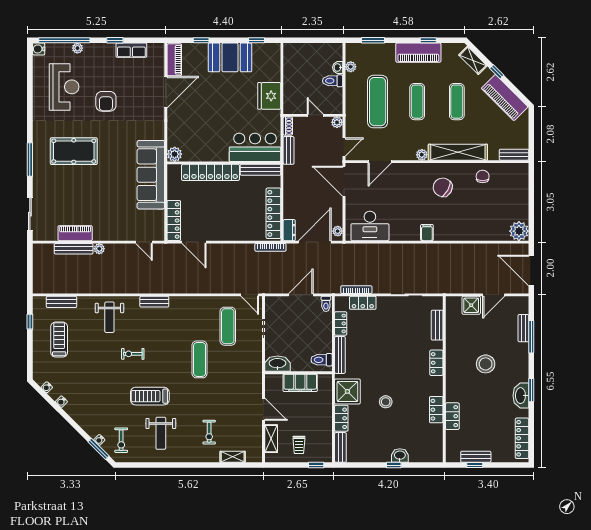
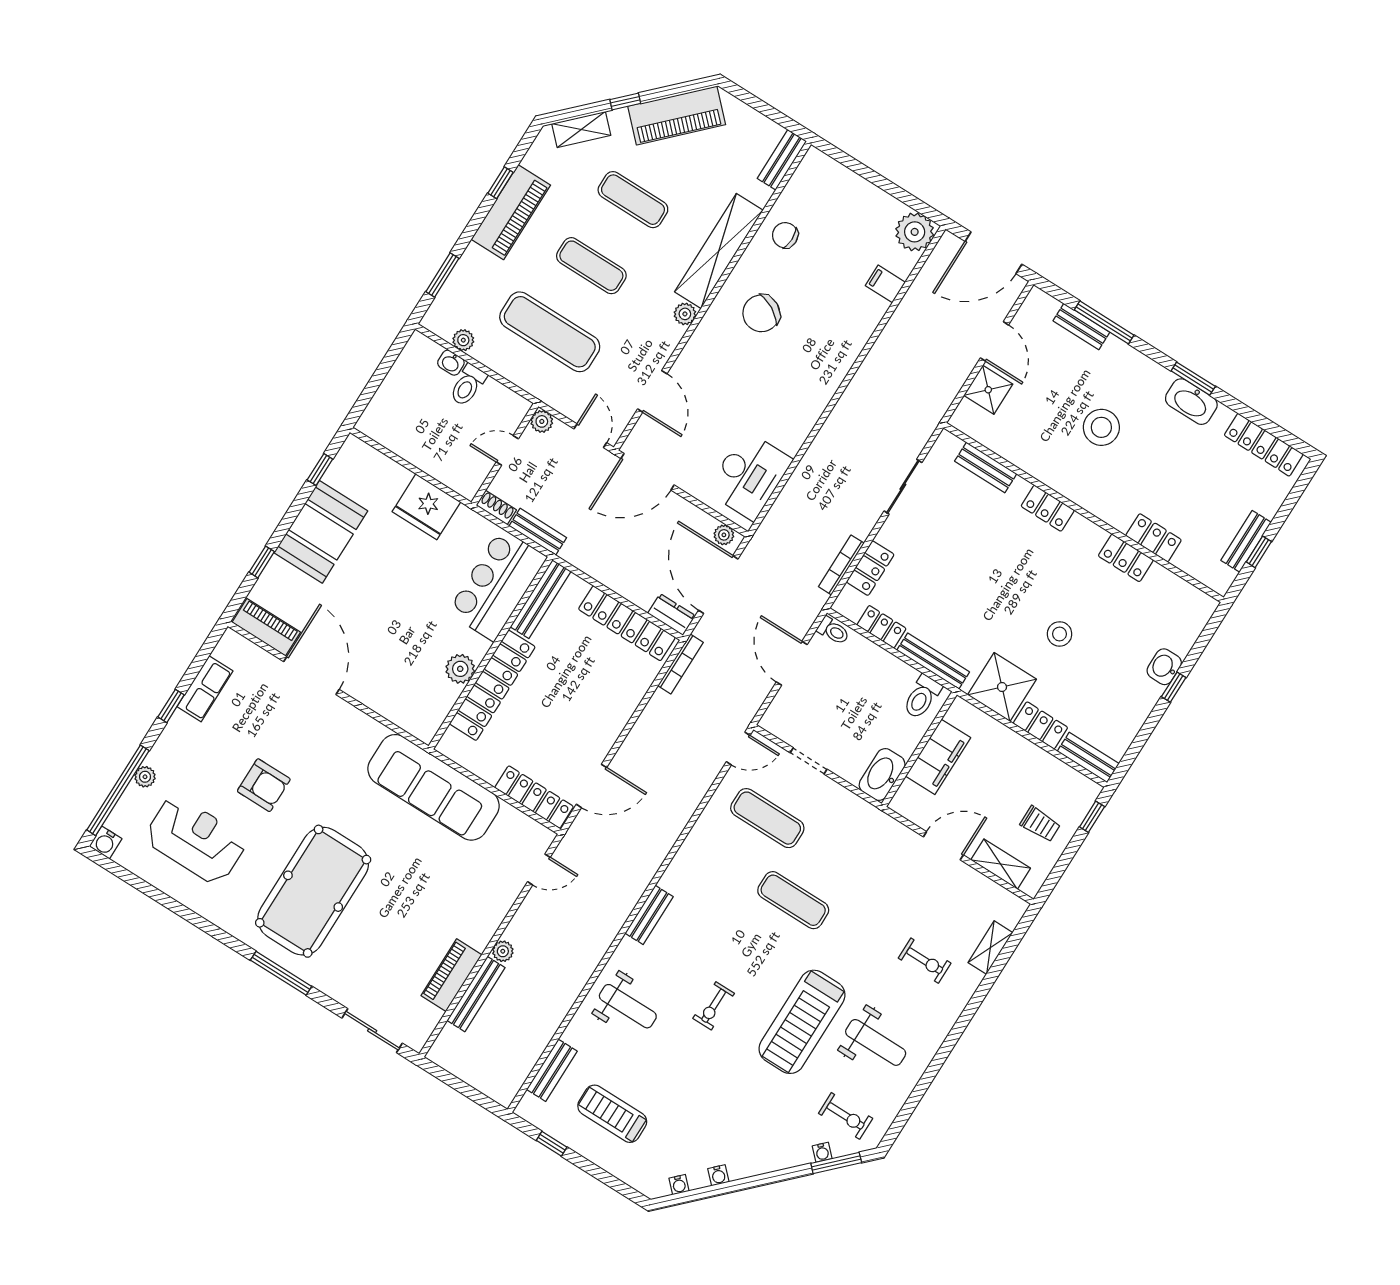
pool table: (74, 151) -> (313, 891), width x1.36, depth x1.32
plant: (175, 154) -> (460, 669), moved
filing cabinet: (427, 233) -> (885, 284), moved
treadmill: (150, 396) -> (802, 1022), width x1.37, depth x1.38

